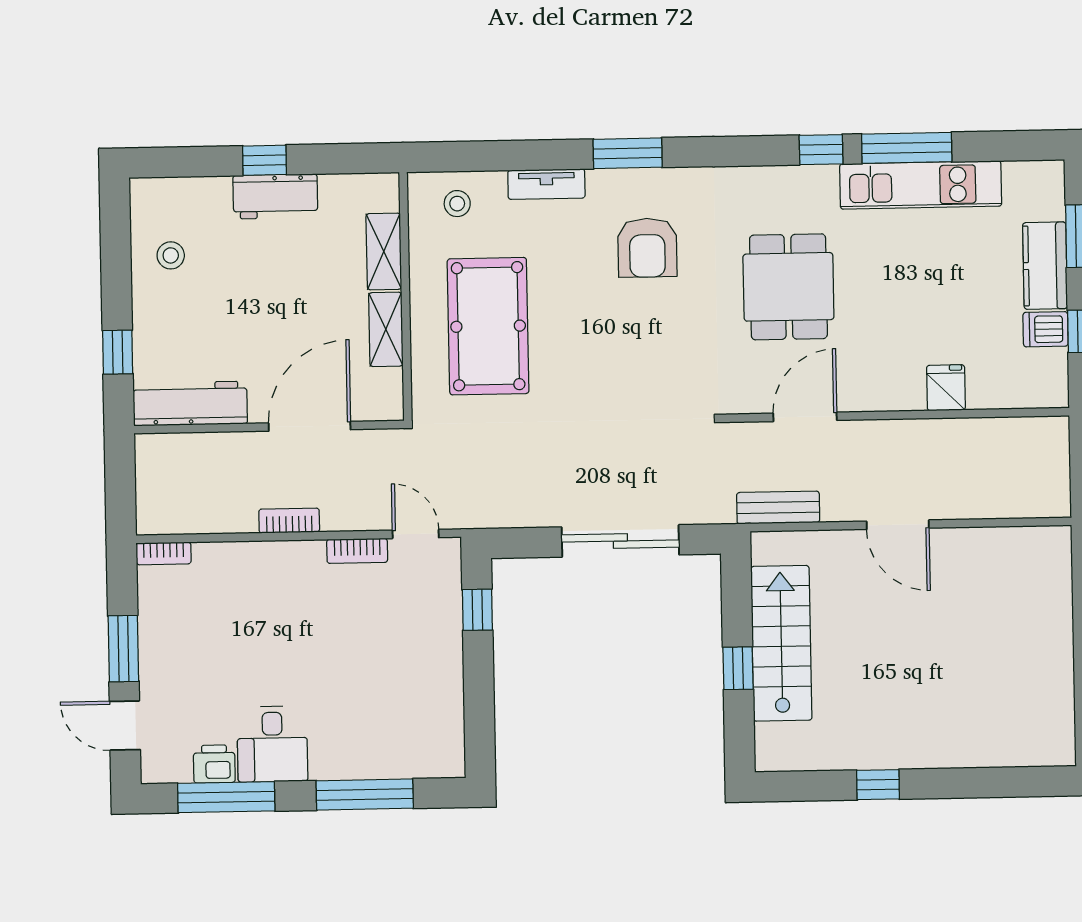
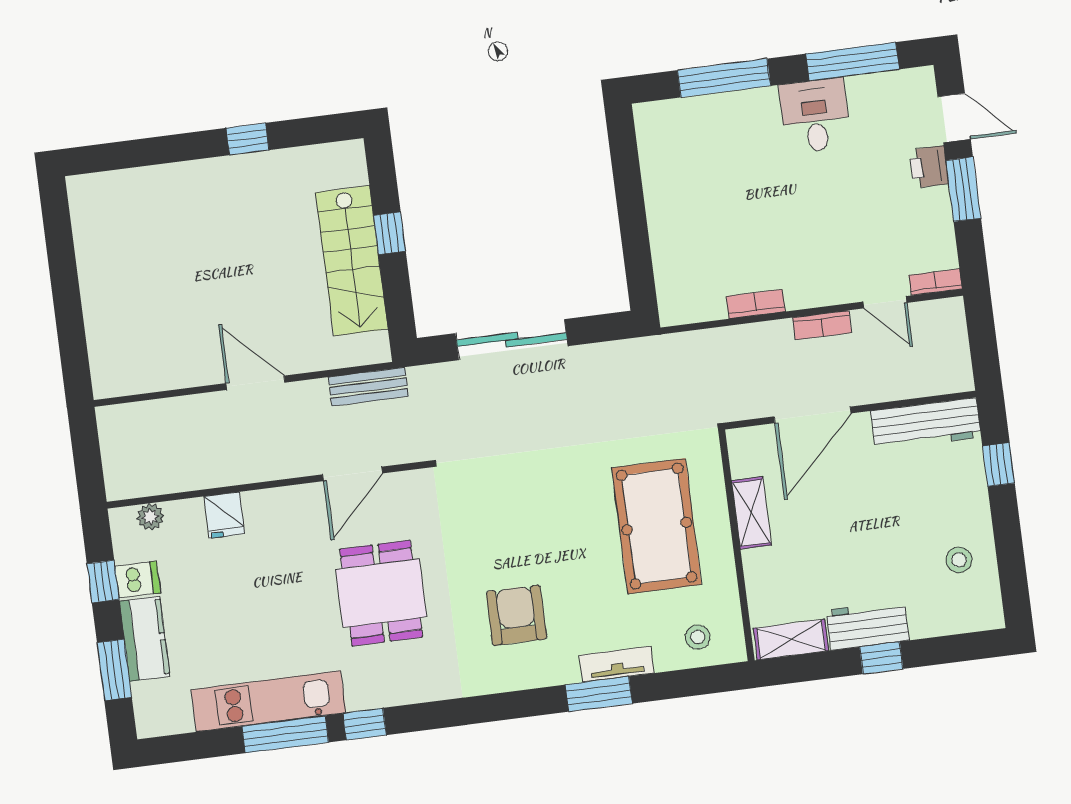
window: (628, 153) -> (599, 694), moved
shelving: (384, 251) -> (791, 639), moved, turned 90
plant: (1025, 394) -> (150, 517), added
door: (416, 534) -> (885, 302), moved
window: (477, 610) -> (638, 261), removed
printer: (214, 764) -> (929, 167), moved, turned 90

